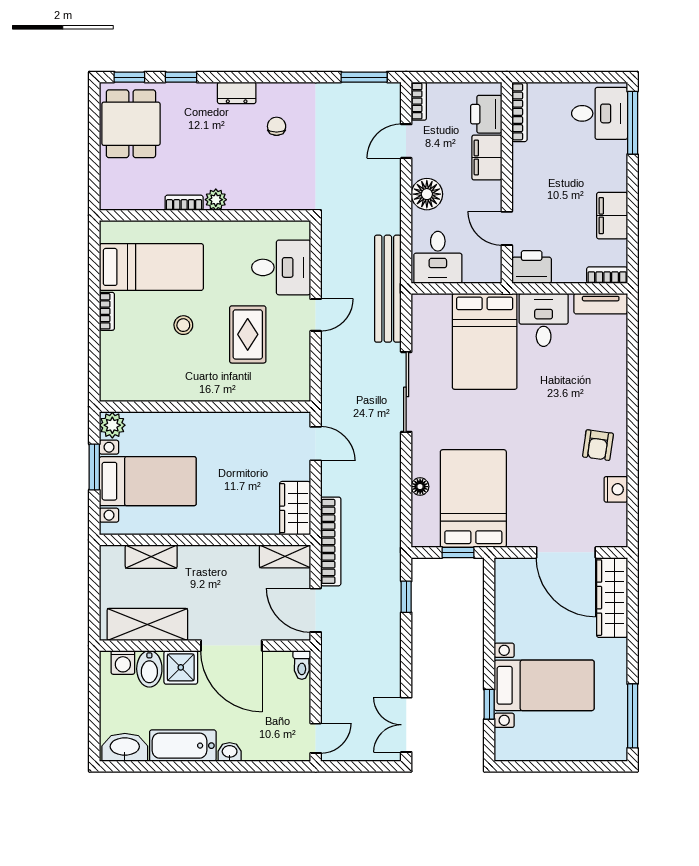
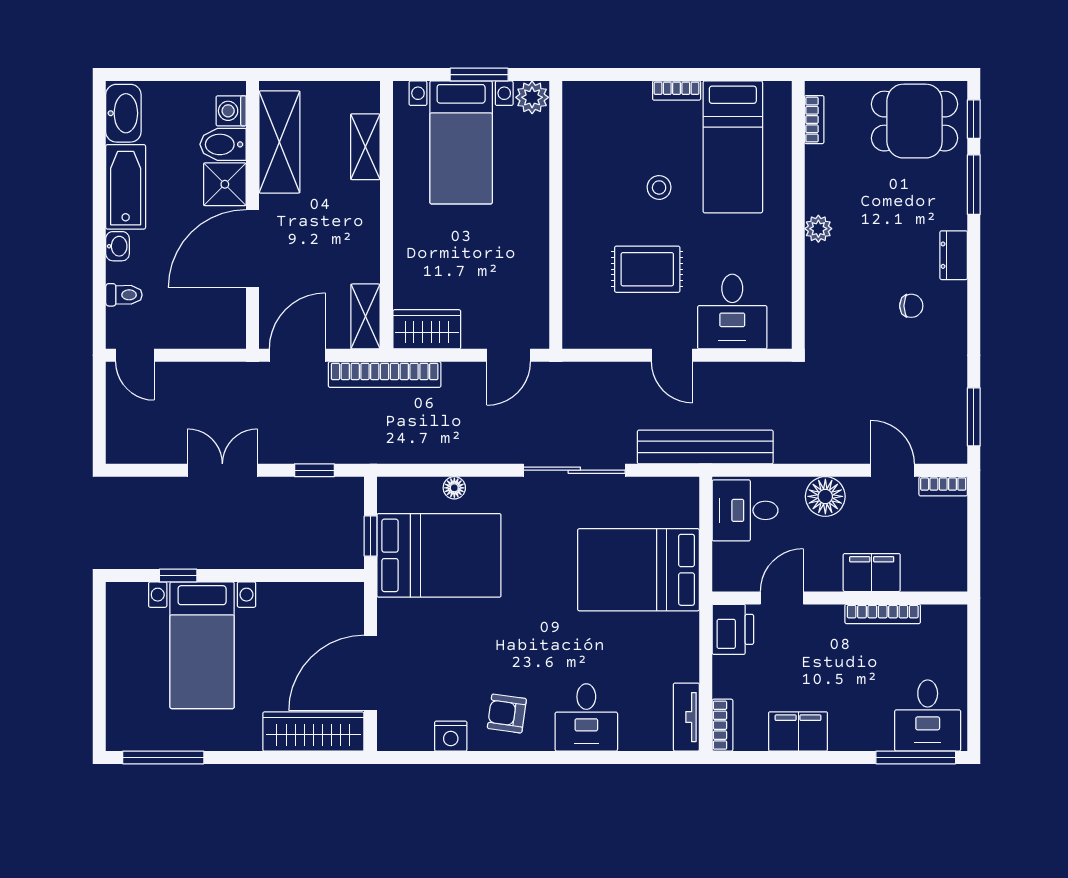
window: (181, 77) -> (974, 185), width x1.50
bookcase: (519, 112) -> (883, 614), moved
printer: (486, 114) -> (927, 572), removed
bookcase: (184, 203) -> (814, 120), moved
desk: (544, 320) -> (586, 717), moved, turned 90
toilet: (302, 665) -> (124, 295), moved, turned 180
double door: (406, 725) -> (222, 470), moved

